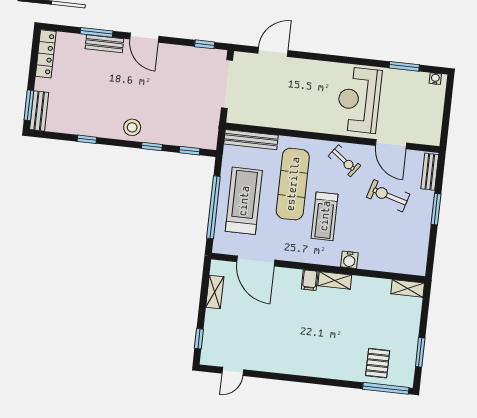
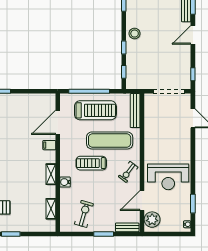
reception desk: (359, 100) -> (168, 177), turned 180
plant: (422, 132) -> (152, 220), added
exercise bike: (388, 196) -> (84, 214), moved
filing cabinet: (310, 280) -> (49, 145), moved
shelving: (408, 288) -> (51, 209), moved
shelving: (215, 292) -> (35, 98), removed

